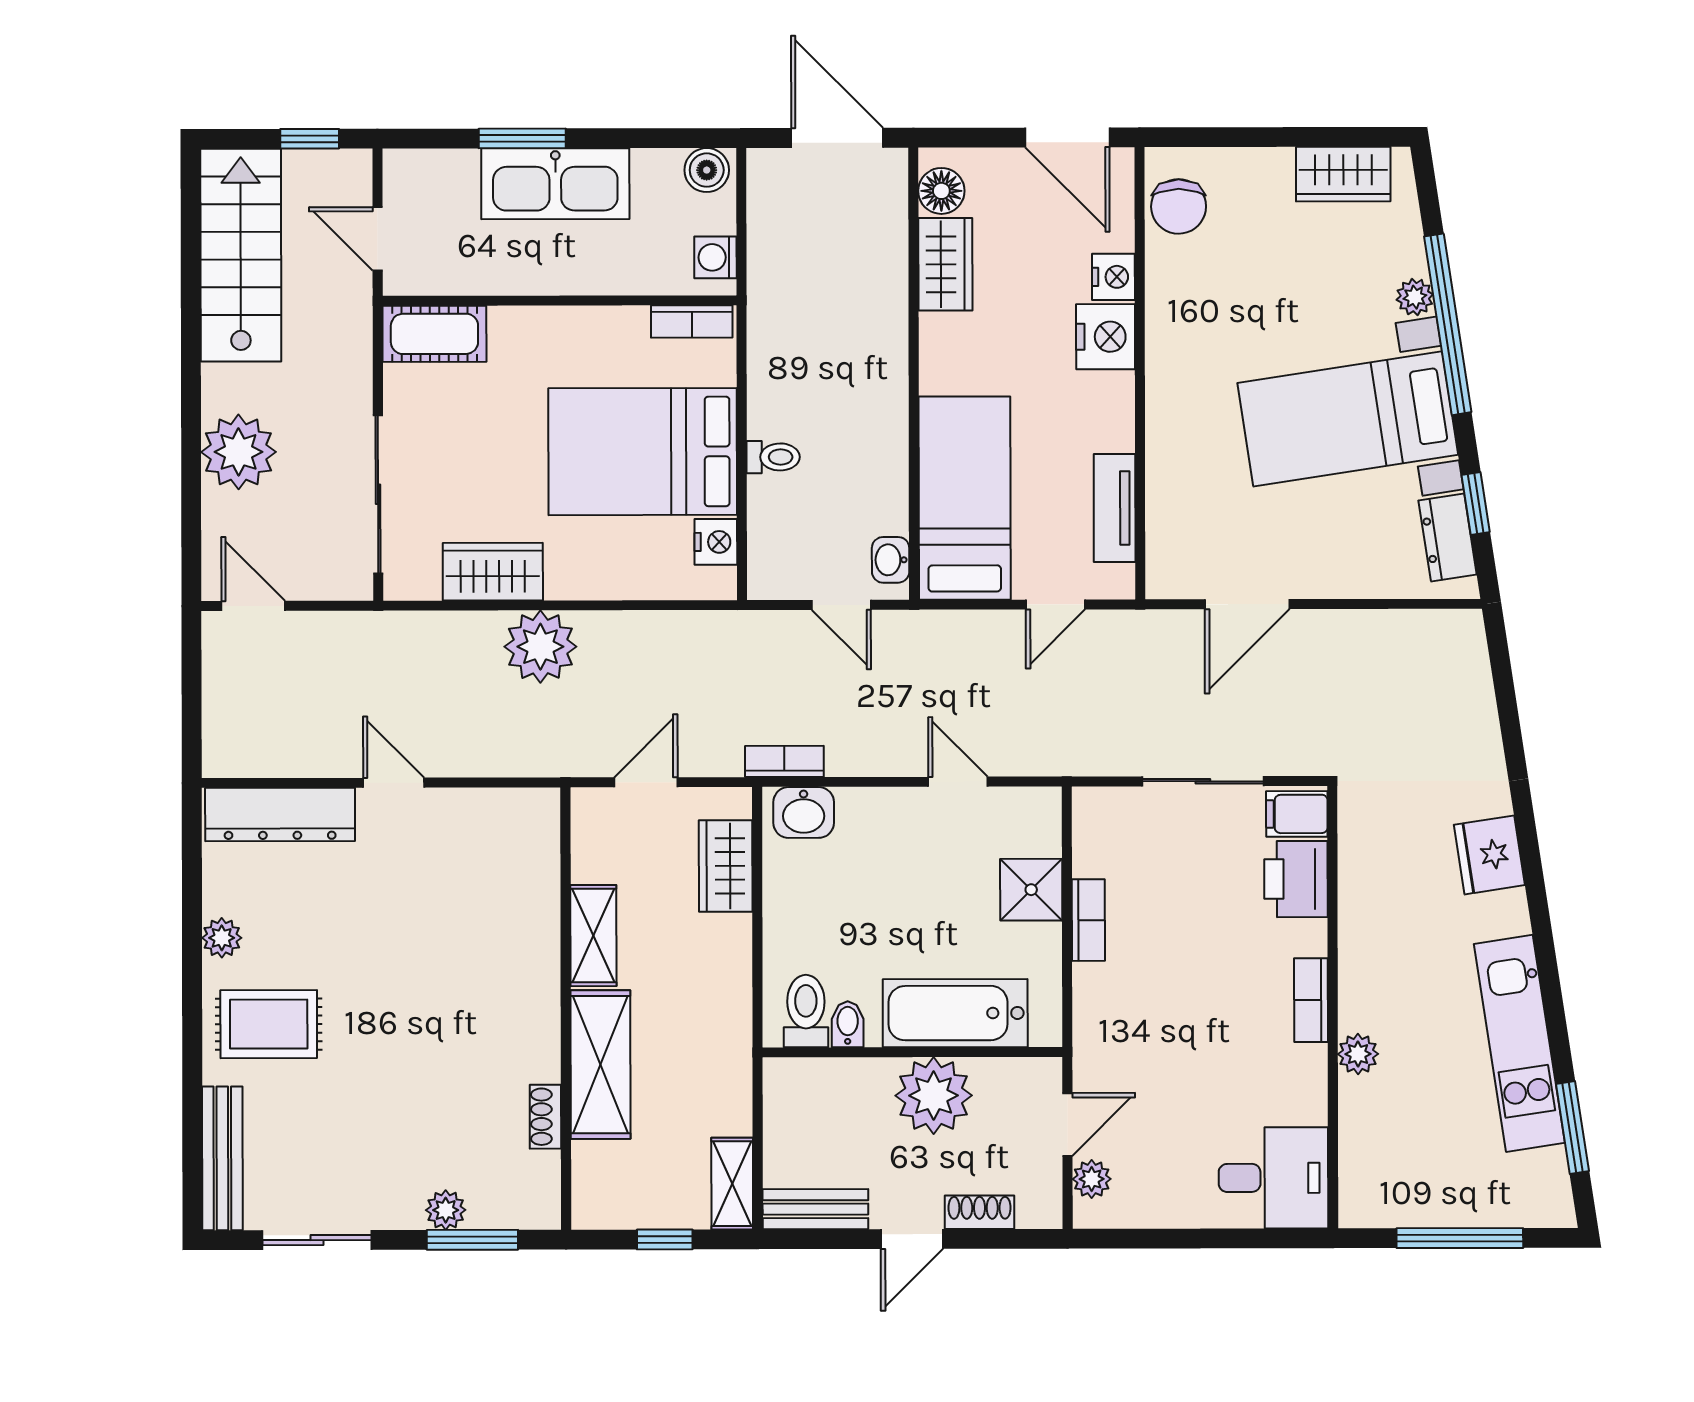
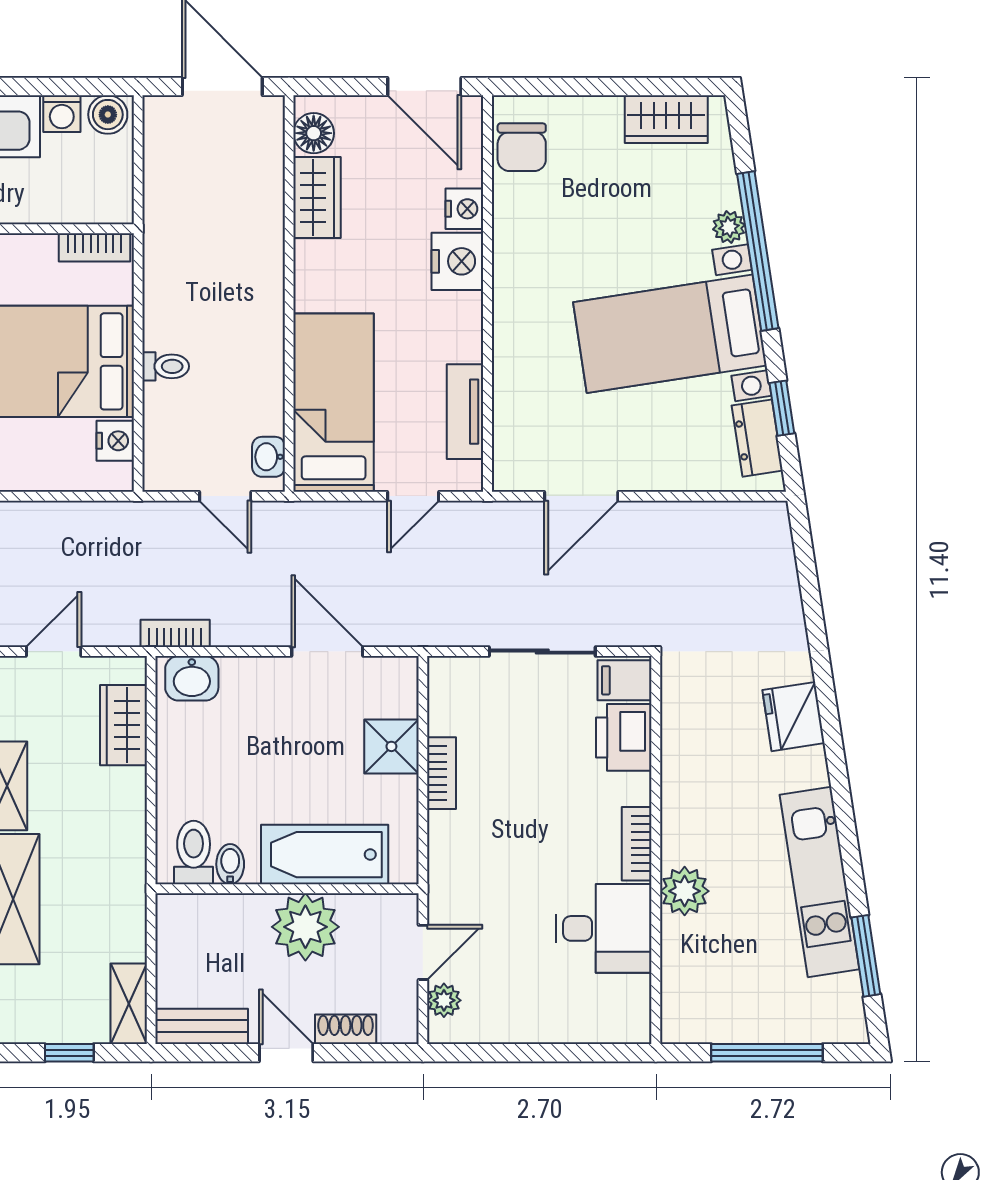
washing machine: (715, 257) -> (62, 114), moved, turned -90
door: (958, 782) -> (327, 652), width x1.38
plant: (1358, 1054) -> (685, 891), width x1.38, depth x1.38
desk: (1273, 1178) -> (604, 928), moved
door: (912, 1239) -> (286, 1053), swing flipped

